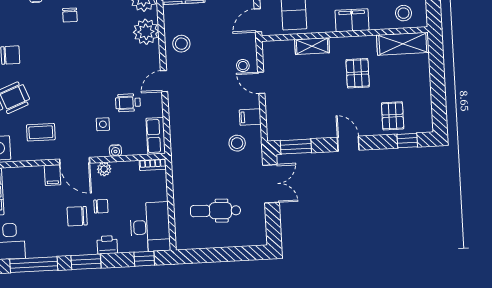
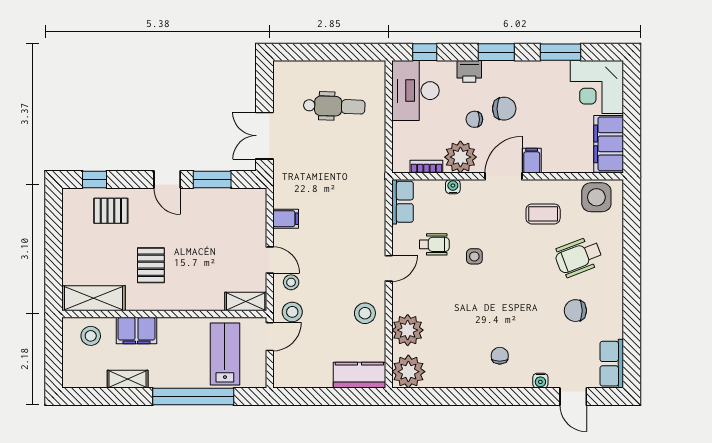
filing cabinet: (352, 20) -> (137, 331), moved
shelving: (312, 46) -> (246, 302), moved
pallet: (393, 116) -> (111, 211), turned 90
side table: (103, 124) -> (474, 256), moved
stool: (237, 143) -> (292, 312), moved
window: (296, 147) -> (212, 179), moved
door: (75, 161) -> (504, 176), hinge flipped
bookcase: (153, 165) -> (426, 167), moved
plant: (104, 169) -> (460, 157), width x1.87, depth x1.87
window: (34, 265) -> (561, 52), width x0.69

